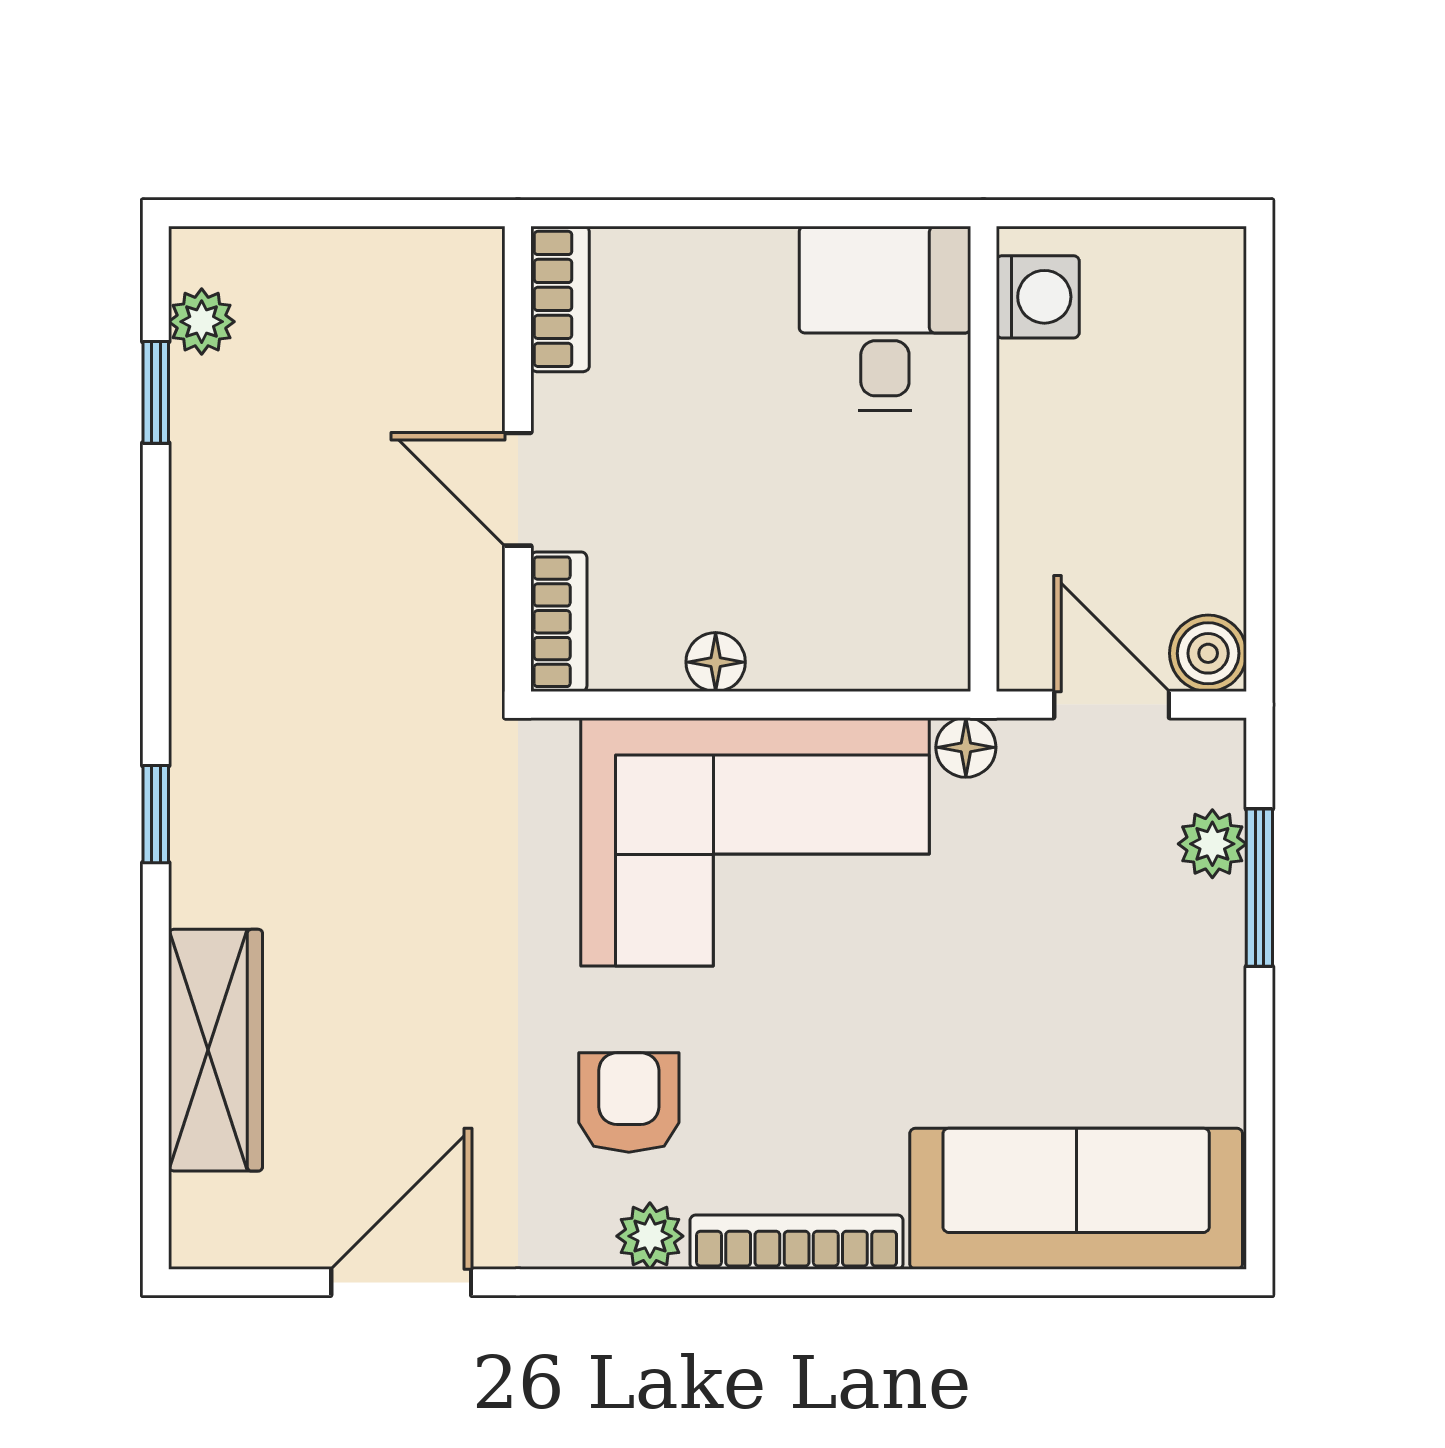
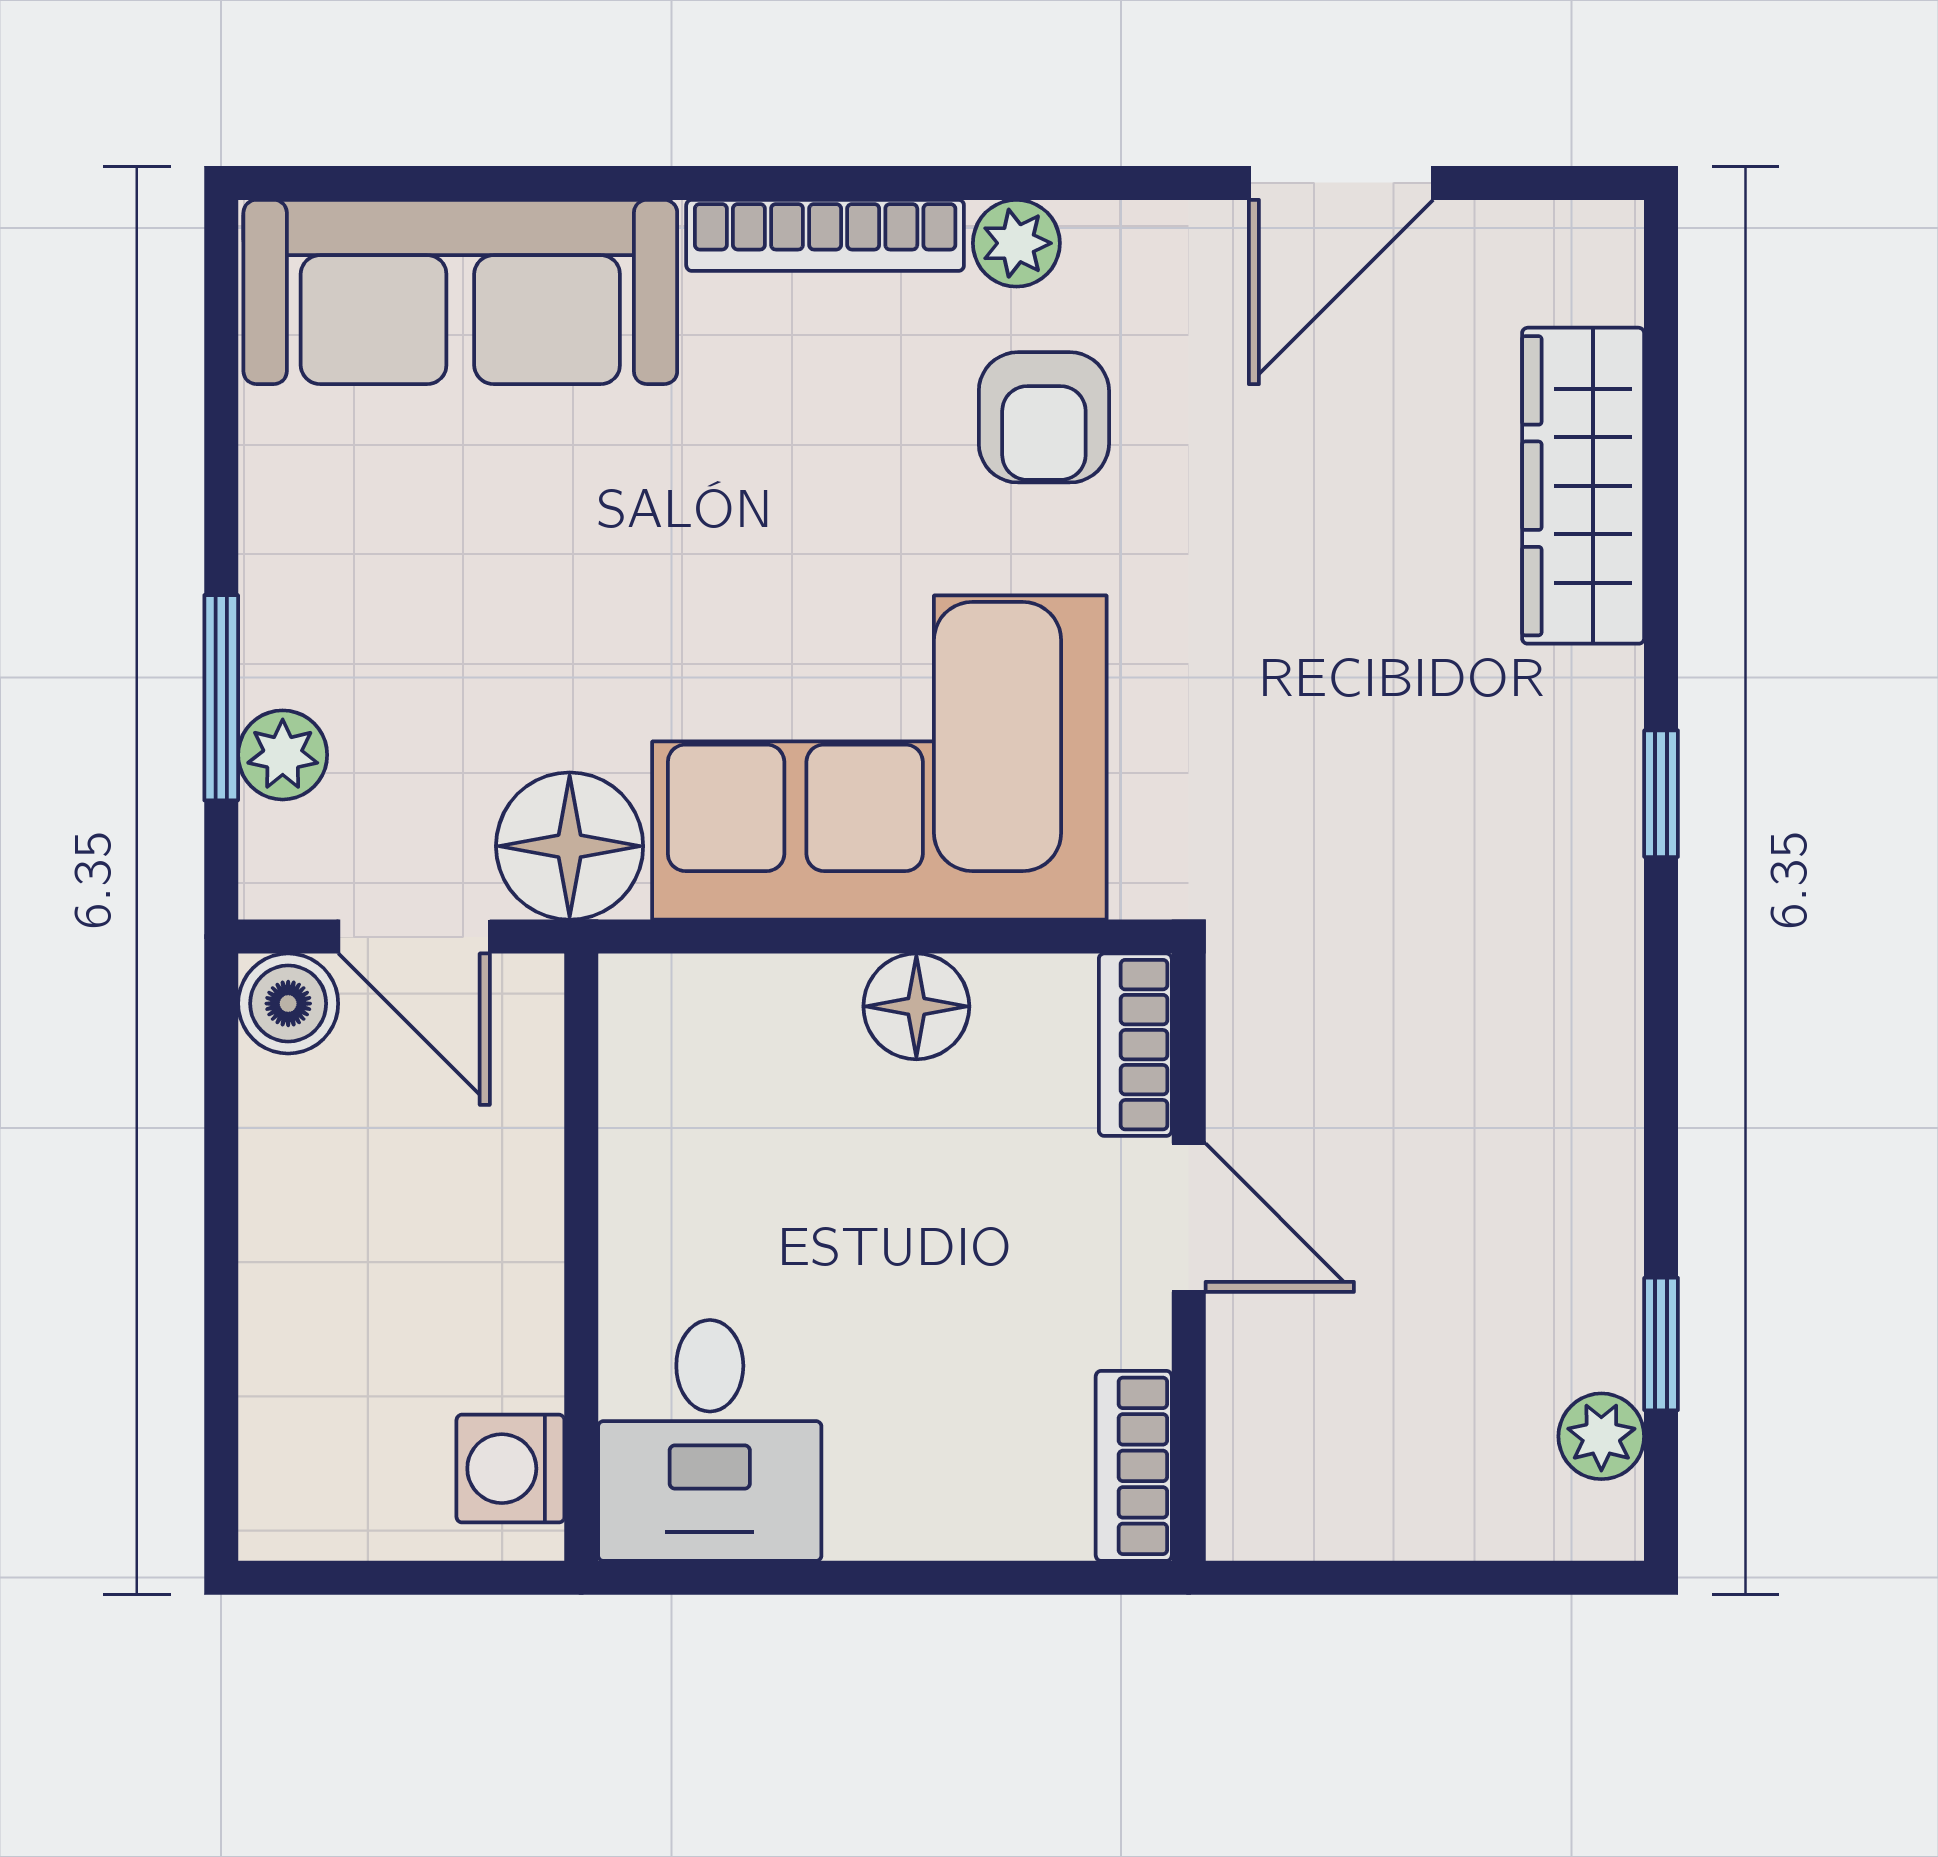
floor lamp: (716, 662) -> (916, 1006), width x1.37, depth x1.37
floor lamp: (966, 747) -> (570, 846), width x1.89, depth x1.89

